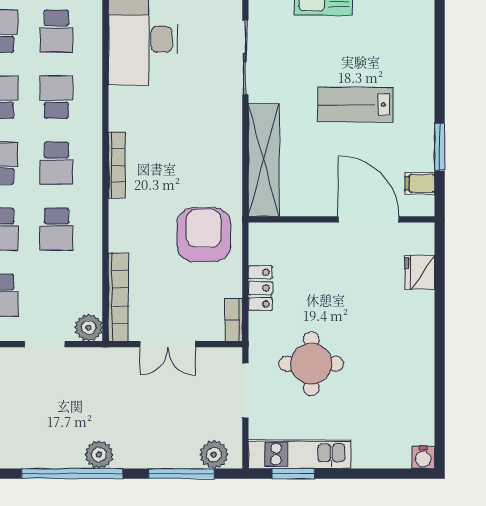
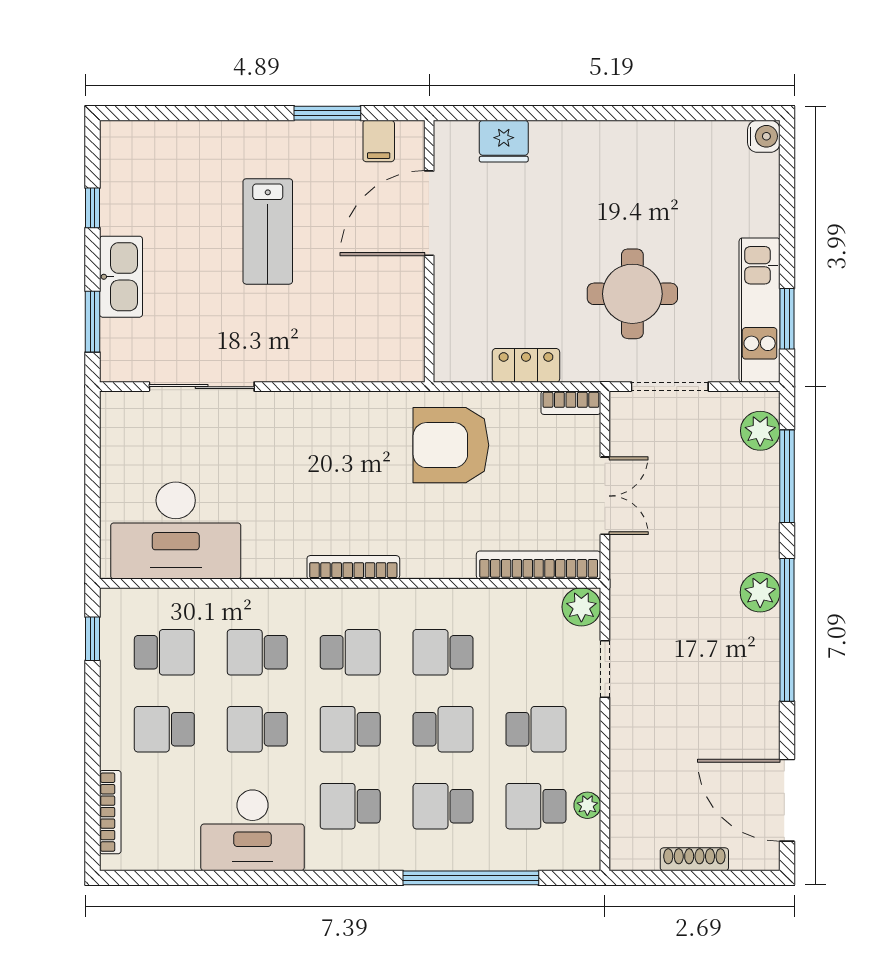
shelving: (264, 160) -> (346, 361), removed
school desk: (56, 229) -> (443, 652), turned 180

